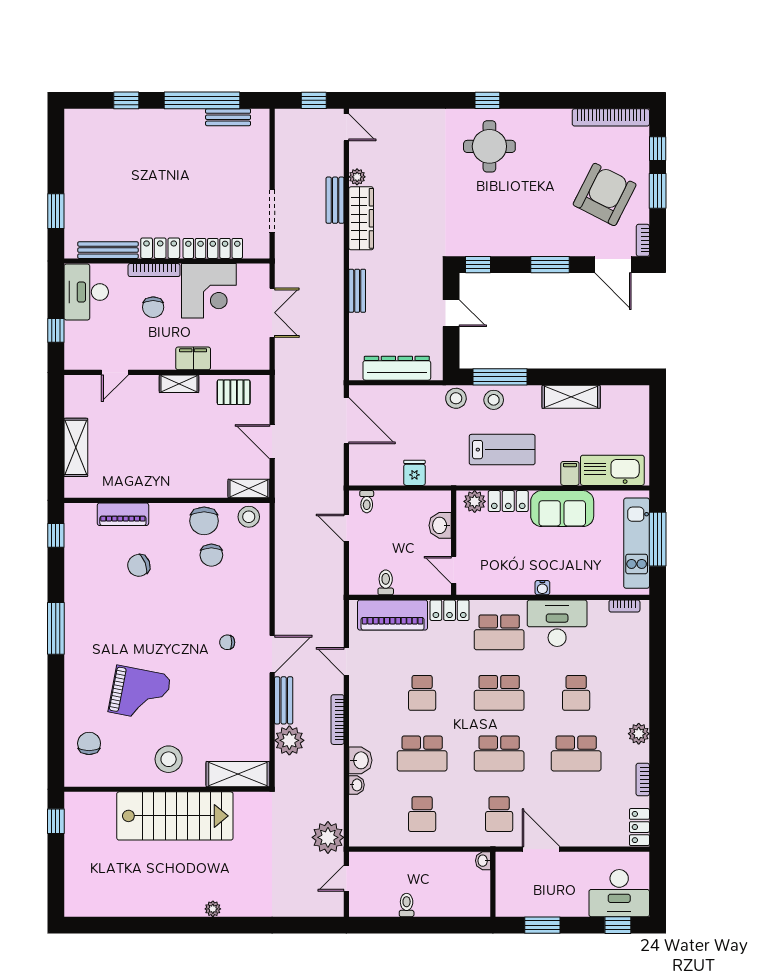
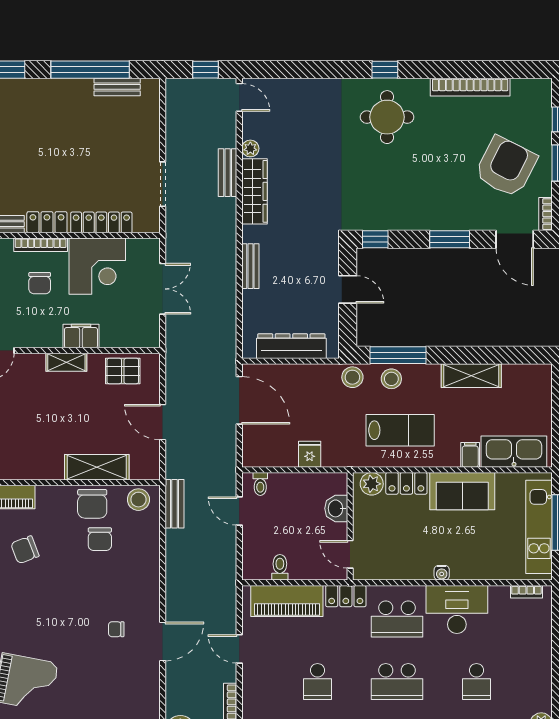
bookcase: (611, 117) -> (470, 87), moved
shelving: (249, 489) -> (97, 467), moved, width x1.50, depth x1.33
bench: (284, 700) -> (174, 504), moved

